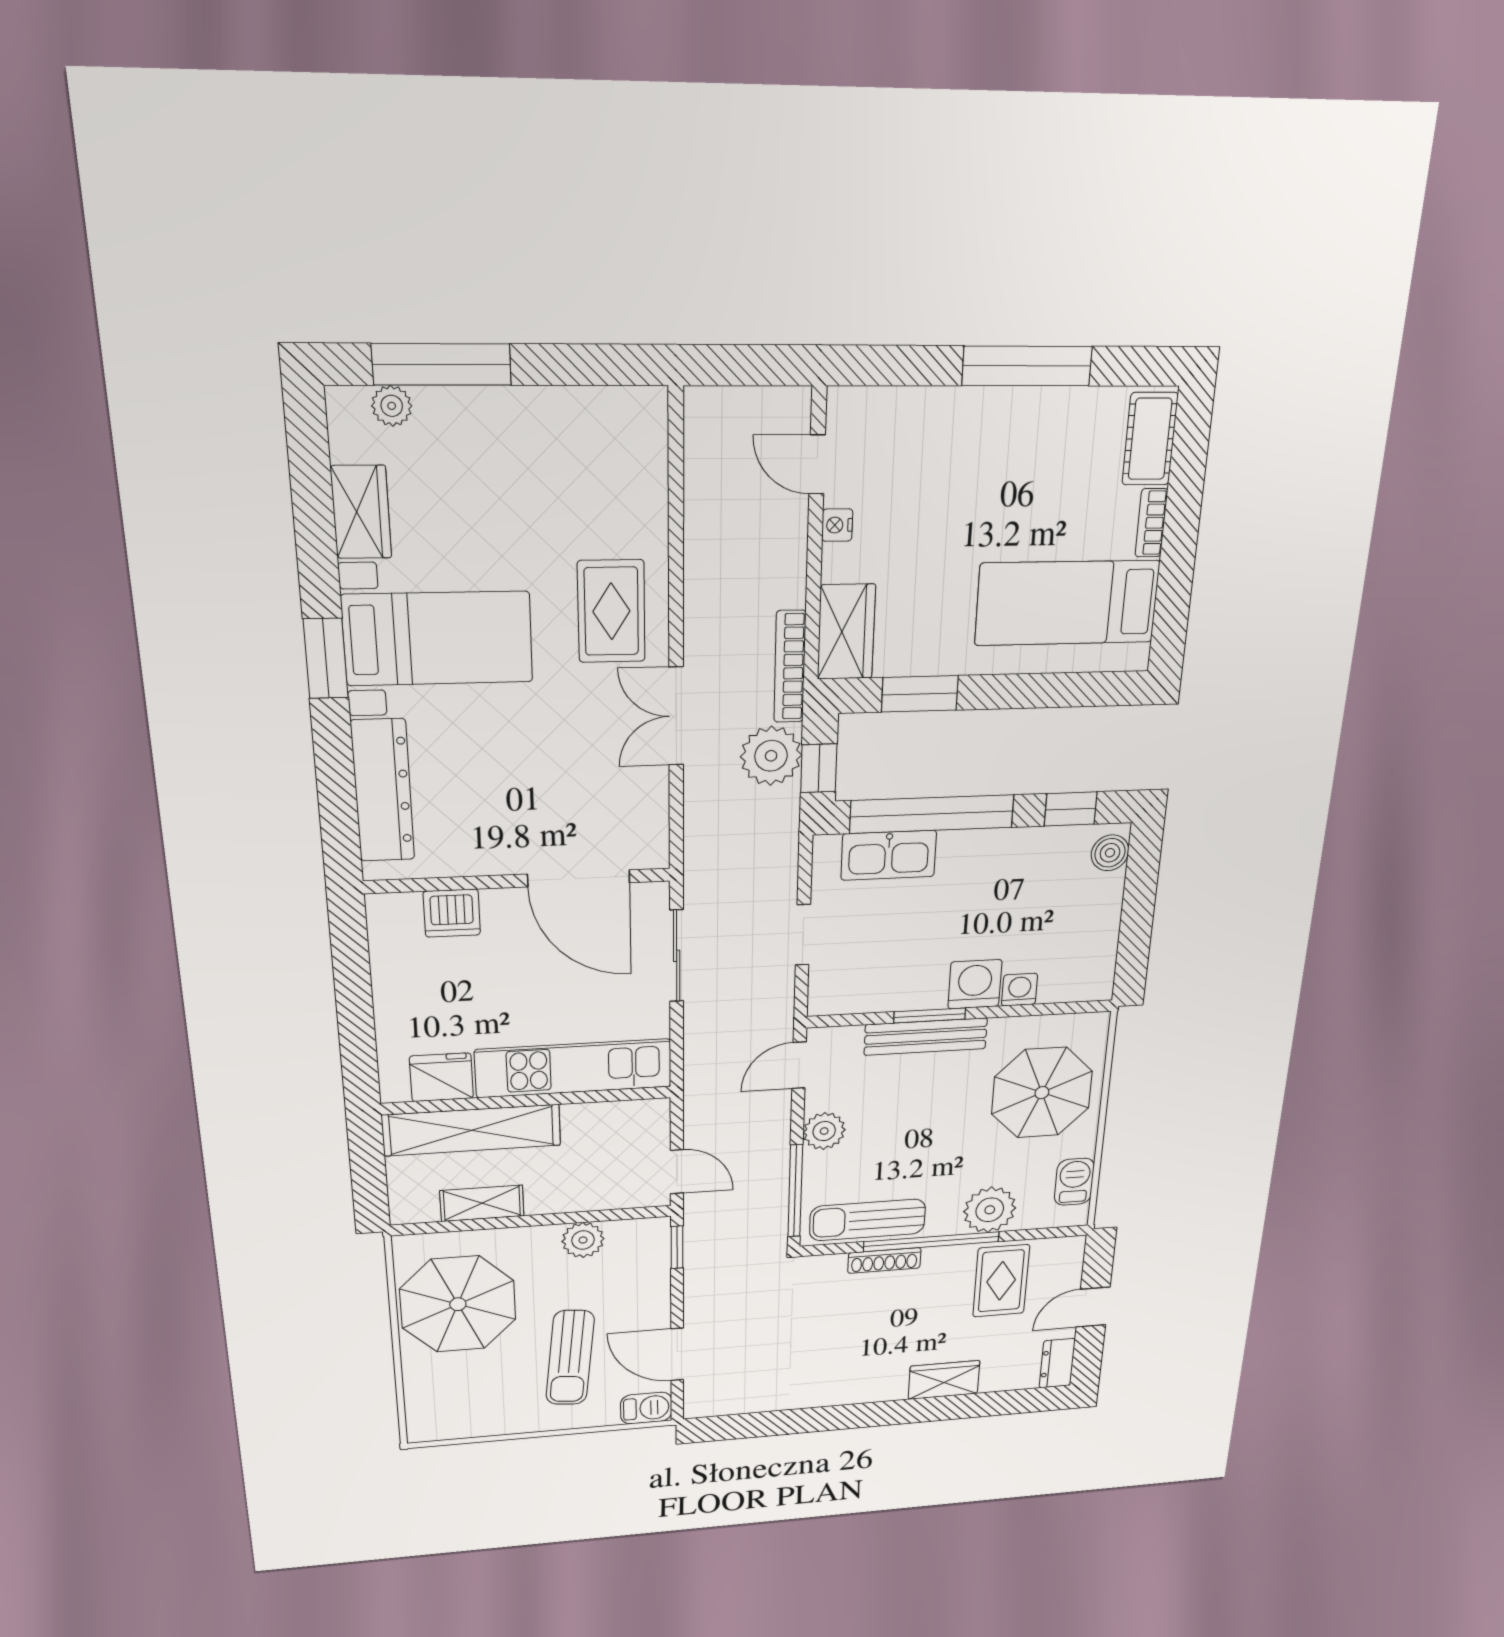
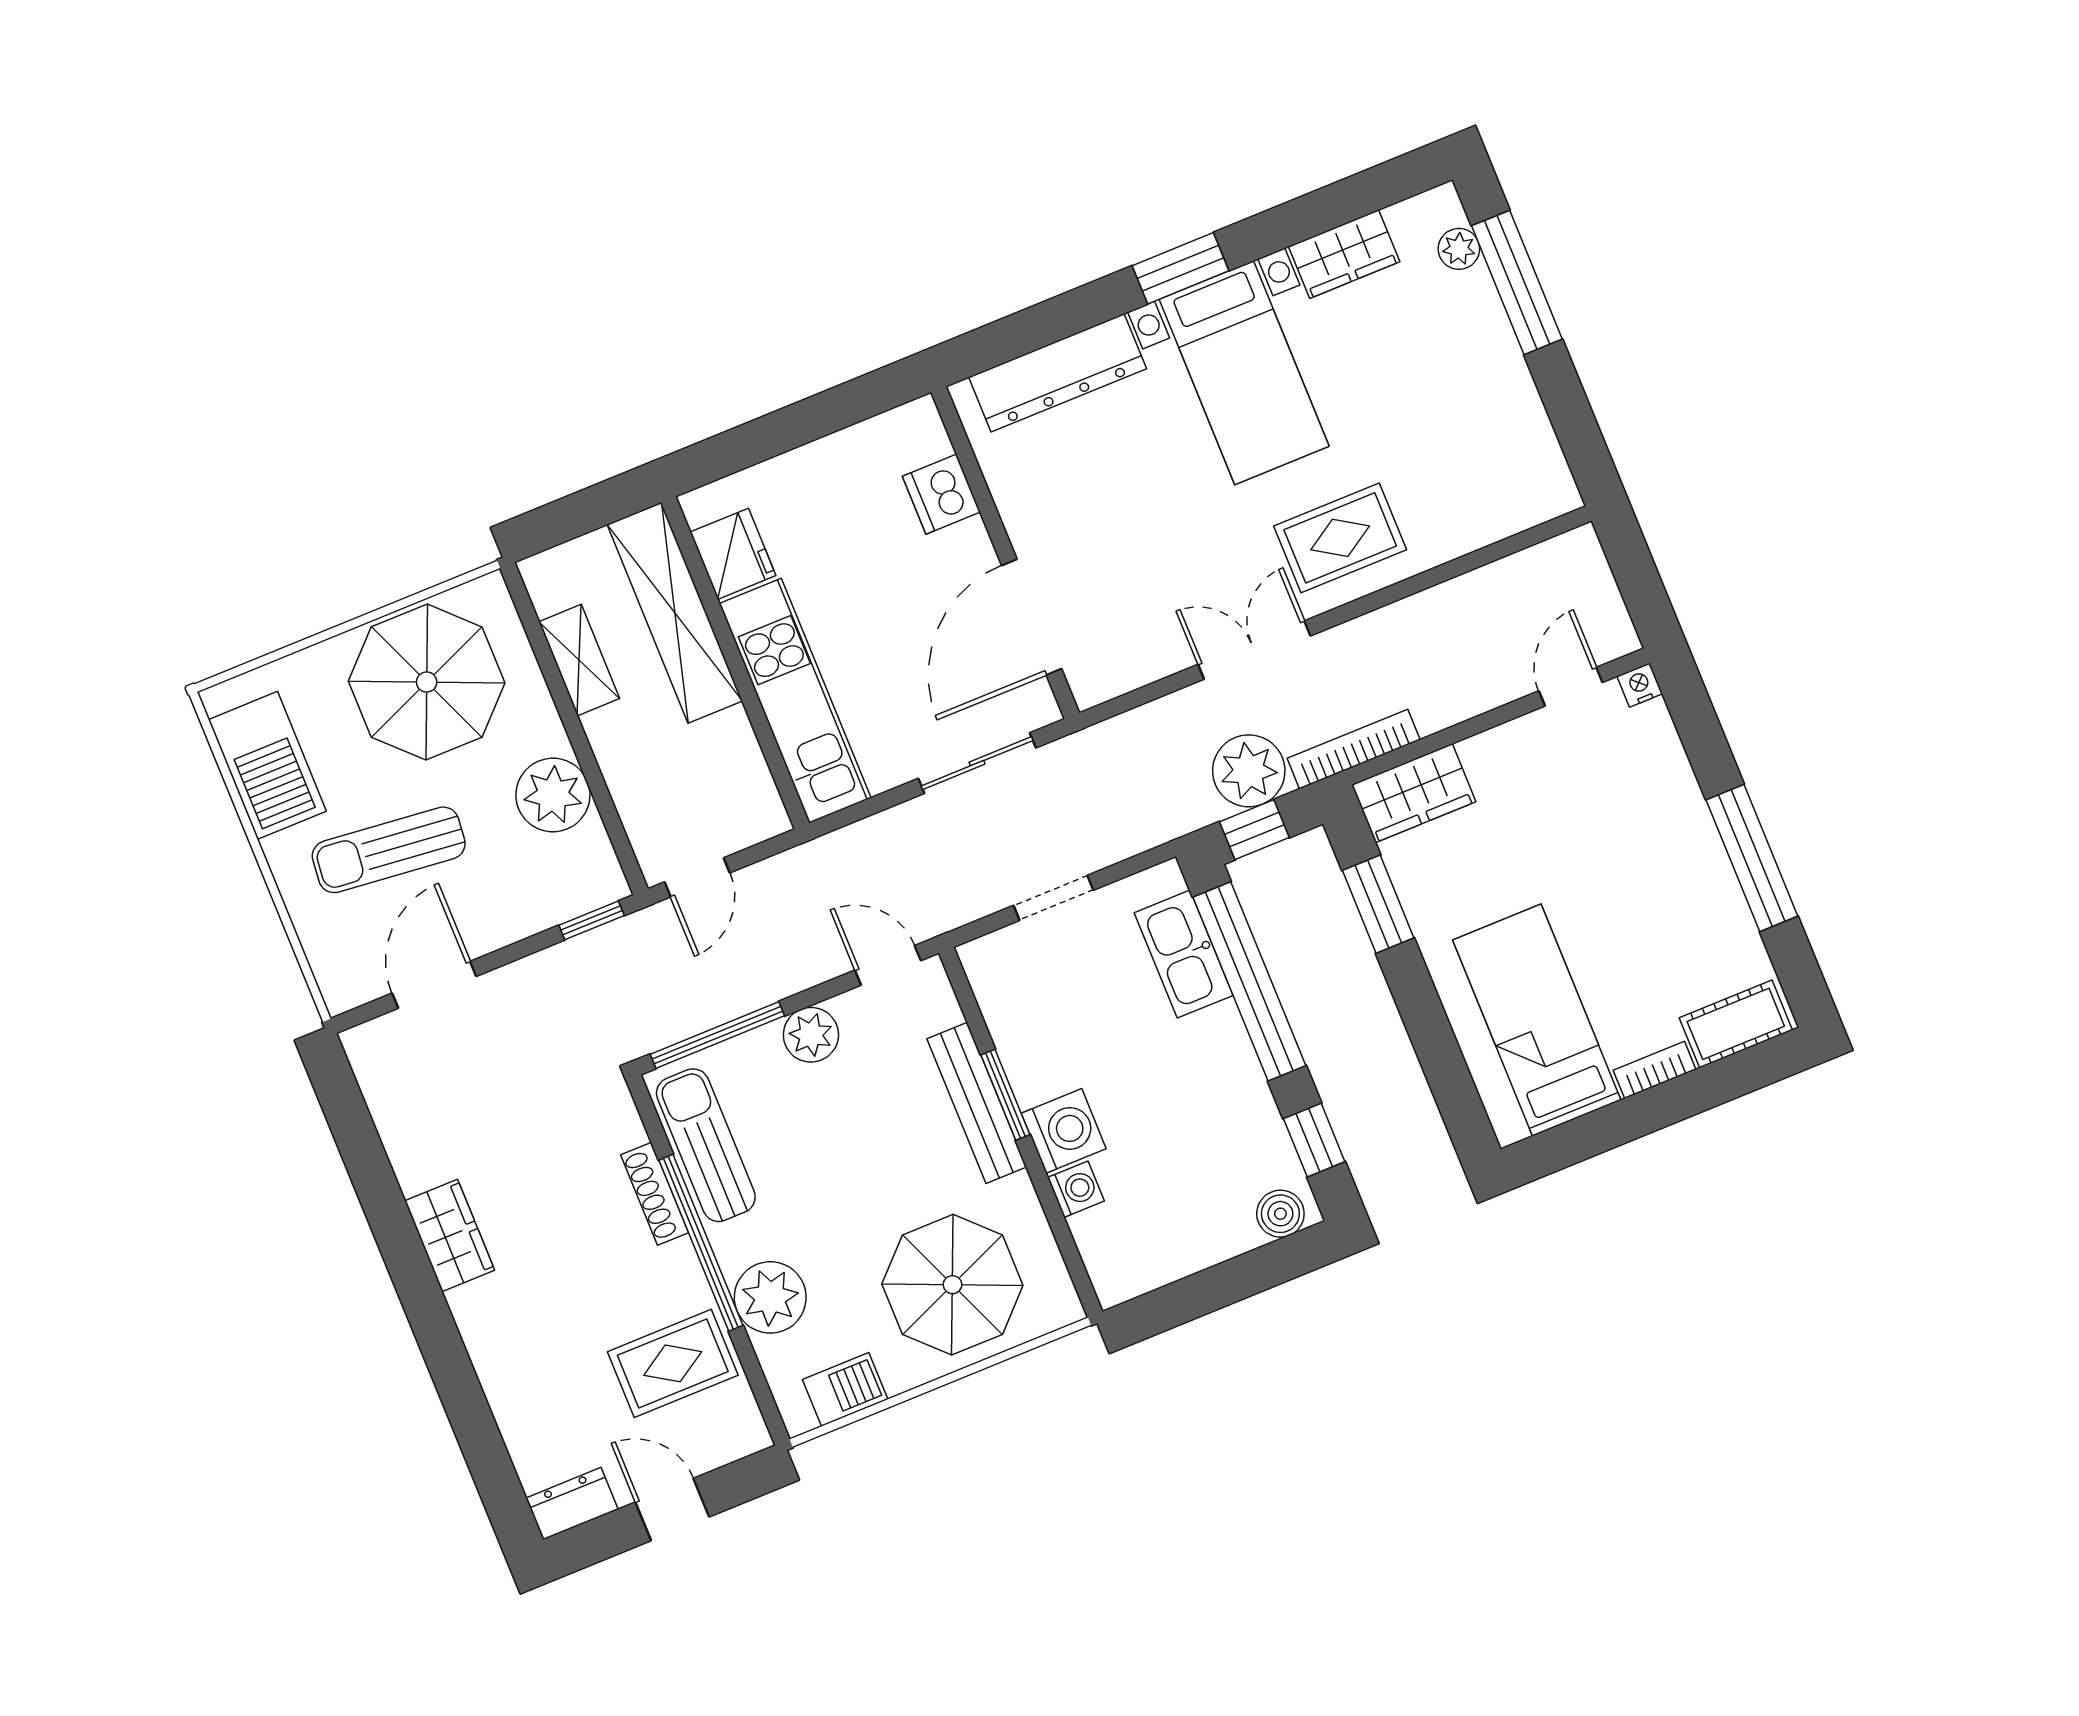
nightstand: (837, 525) -> (1640, 685), moved
plant: (583, 1240) -> (553, 795), width x1.36, depth x1.36
wardrobe: (944, 1380) -> (450, 1236), moved
barbecue: (646, 1408) -> (267, 765), moved, width x1.88, depth x1.53

